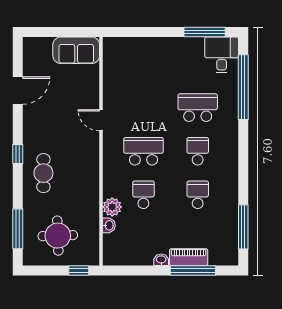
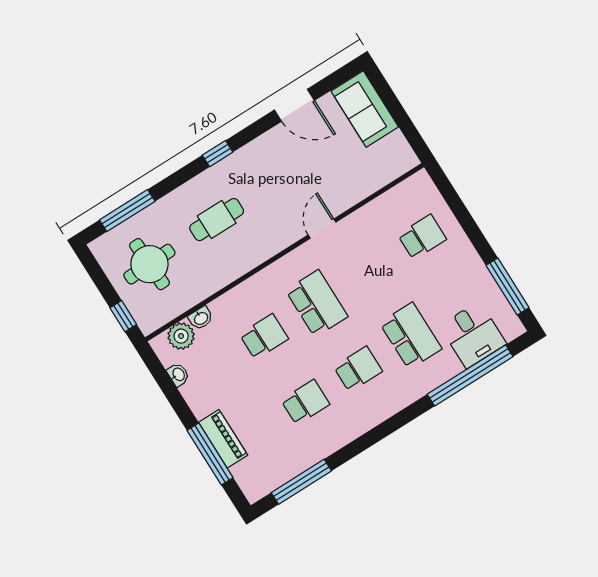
sofa: (76, 50) -> (365, 109), moved
desk: (222, 55) -> (473, 335), moved, turned 90
school desk: (143, 64) -> (422, 237), added
cafe table: (43, 173) -> (217, 220), moved
plant: (112, 207) -> (181, 336), moved
washbasin: (161, 260) -> (178, 375), moved

